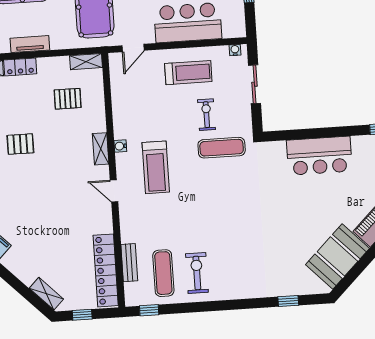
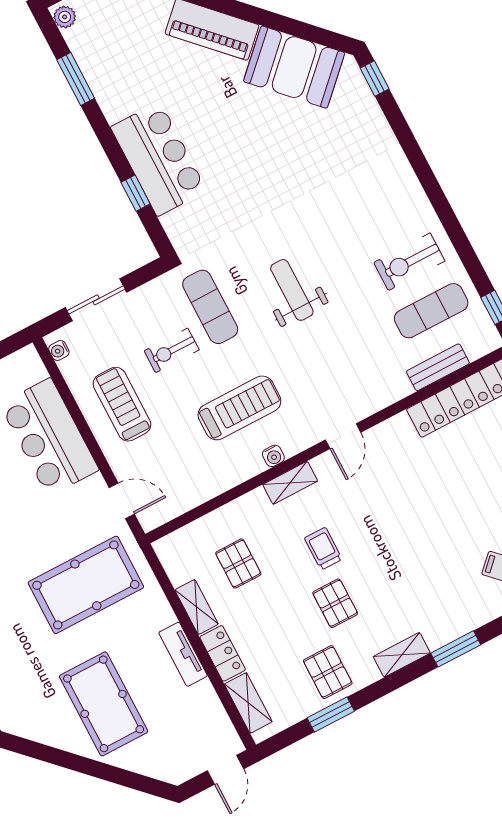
shelving: (86, 62) -> (197, 607), moved
window: (306, 134) -> (136, 193), added
trolley: (55, 151) -> (323, 549), added
treadmill: (156, 167) -> (239, 408), moved
weight bench: (211, 199) -> (292, 290), added
window: (288, 301) -> (375, 79), moved

